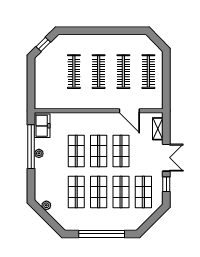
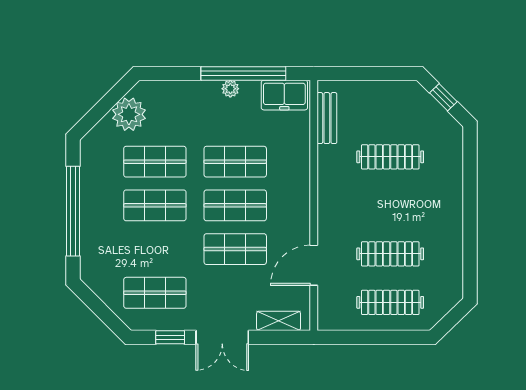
clothes rail: (99, 72) -> (390, 205), removed
bench: (54, 104) -> (327, 118), added
shop shelf: (121, 192) -> (155, 249), removed
plant: (46, 205) -> (129, 114), width x1.87, depth x1.87

